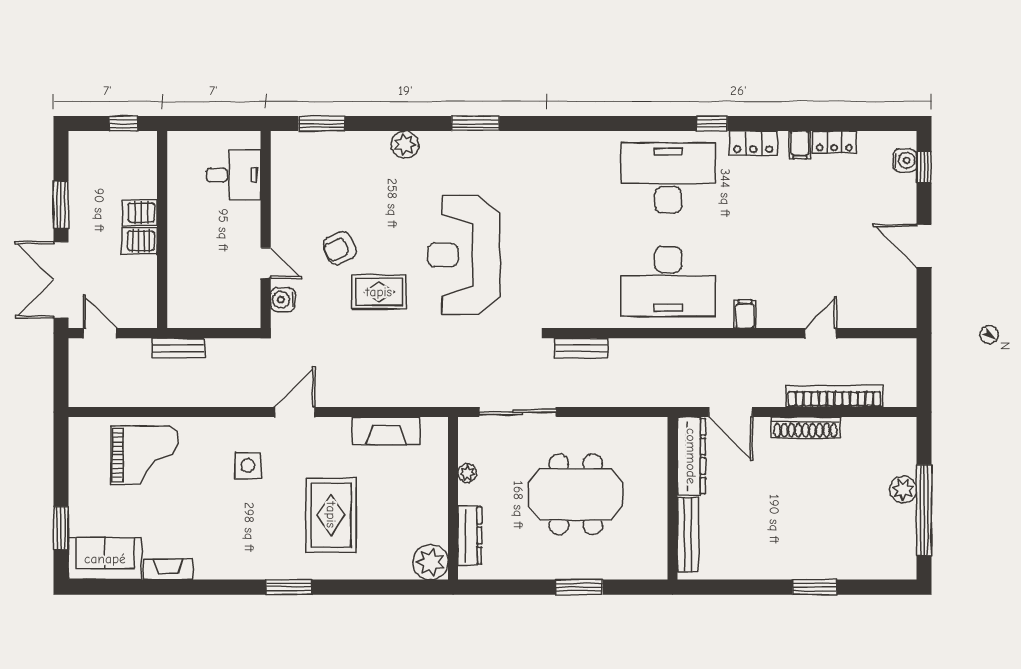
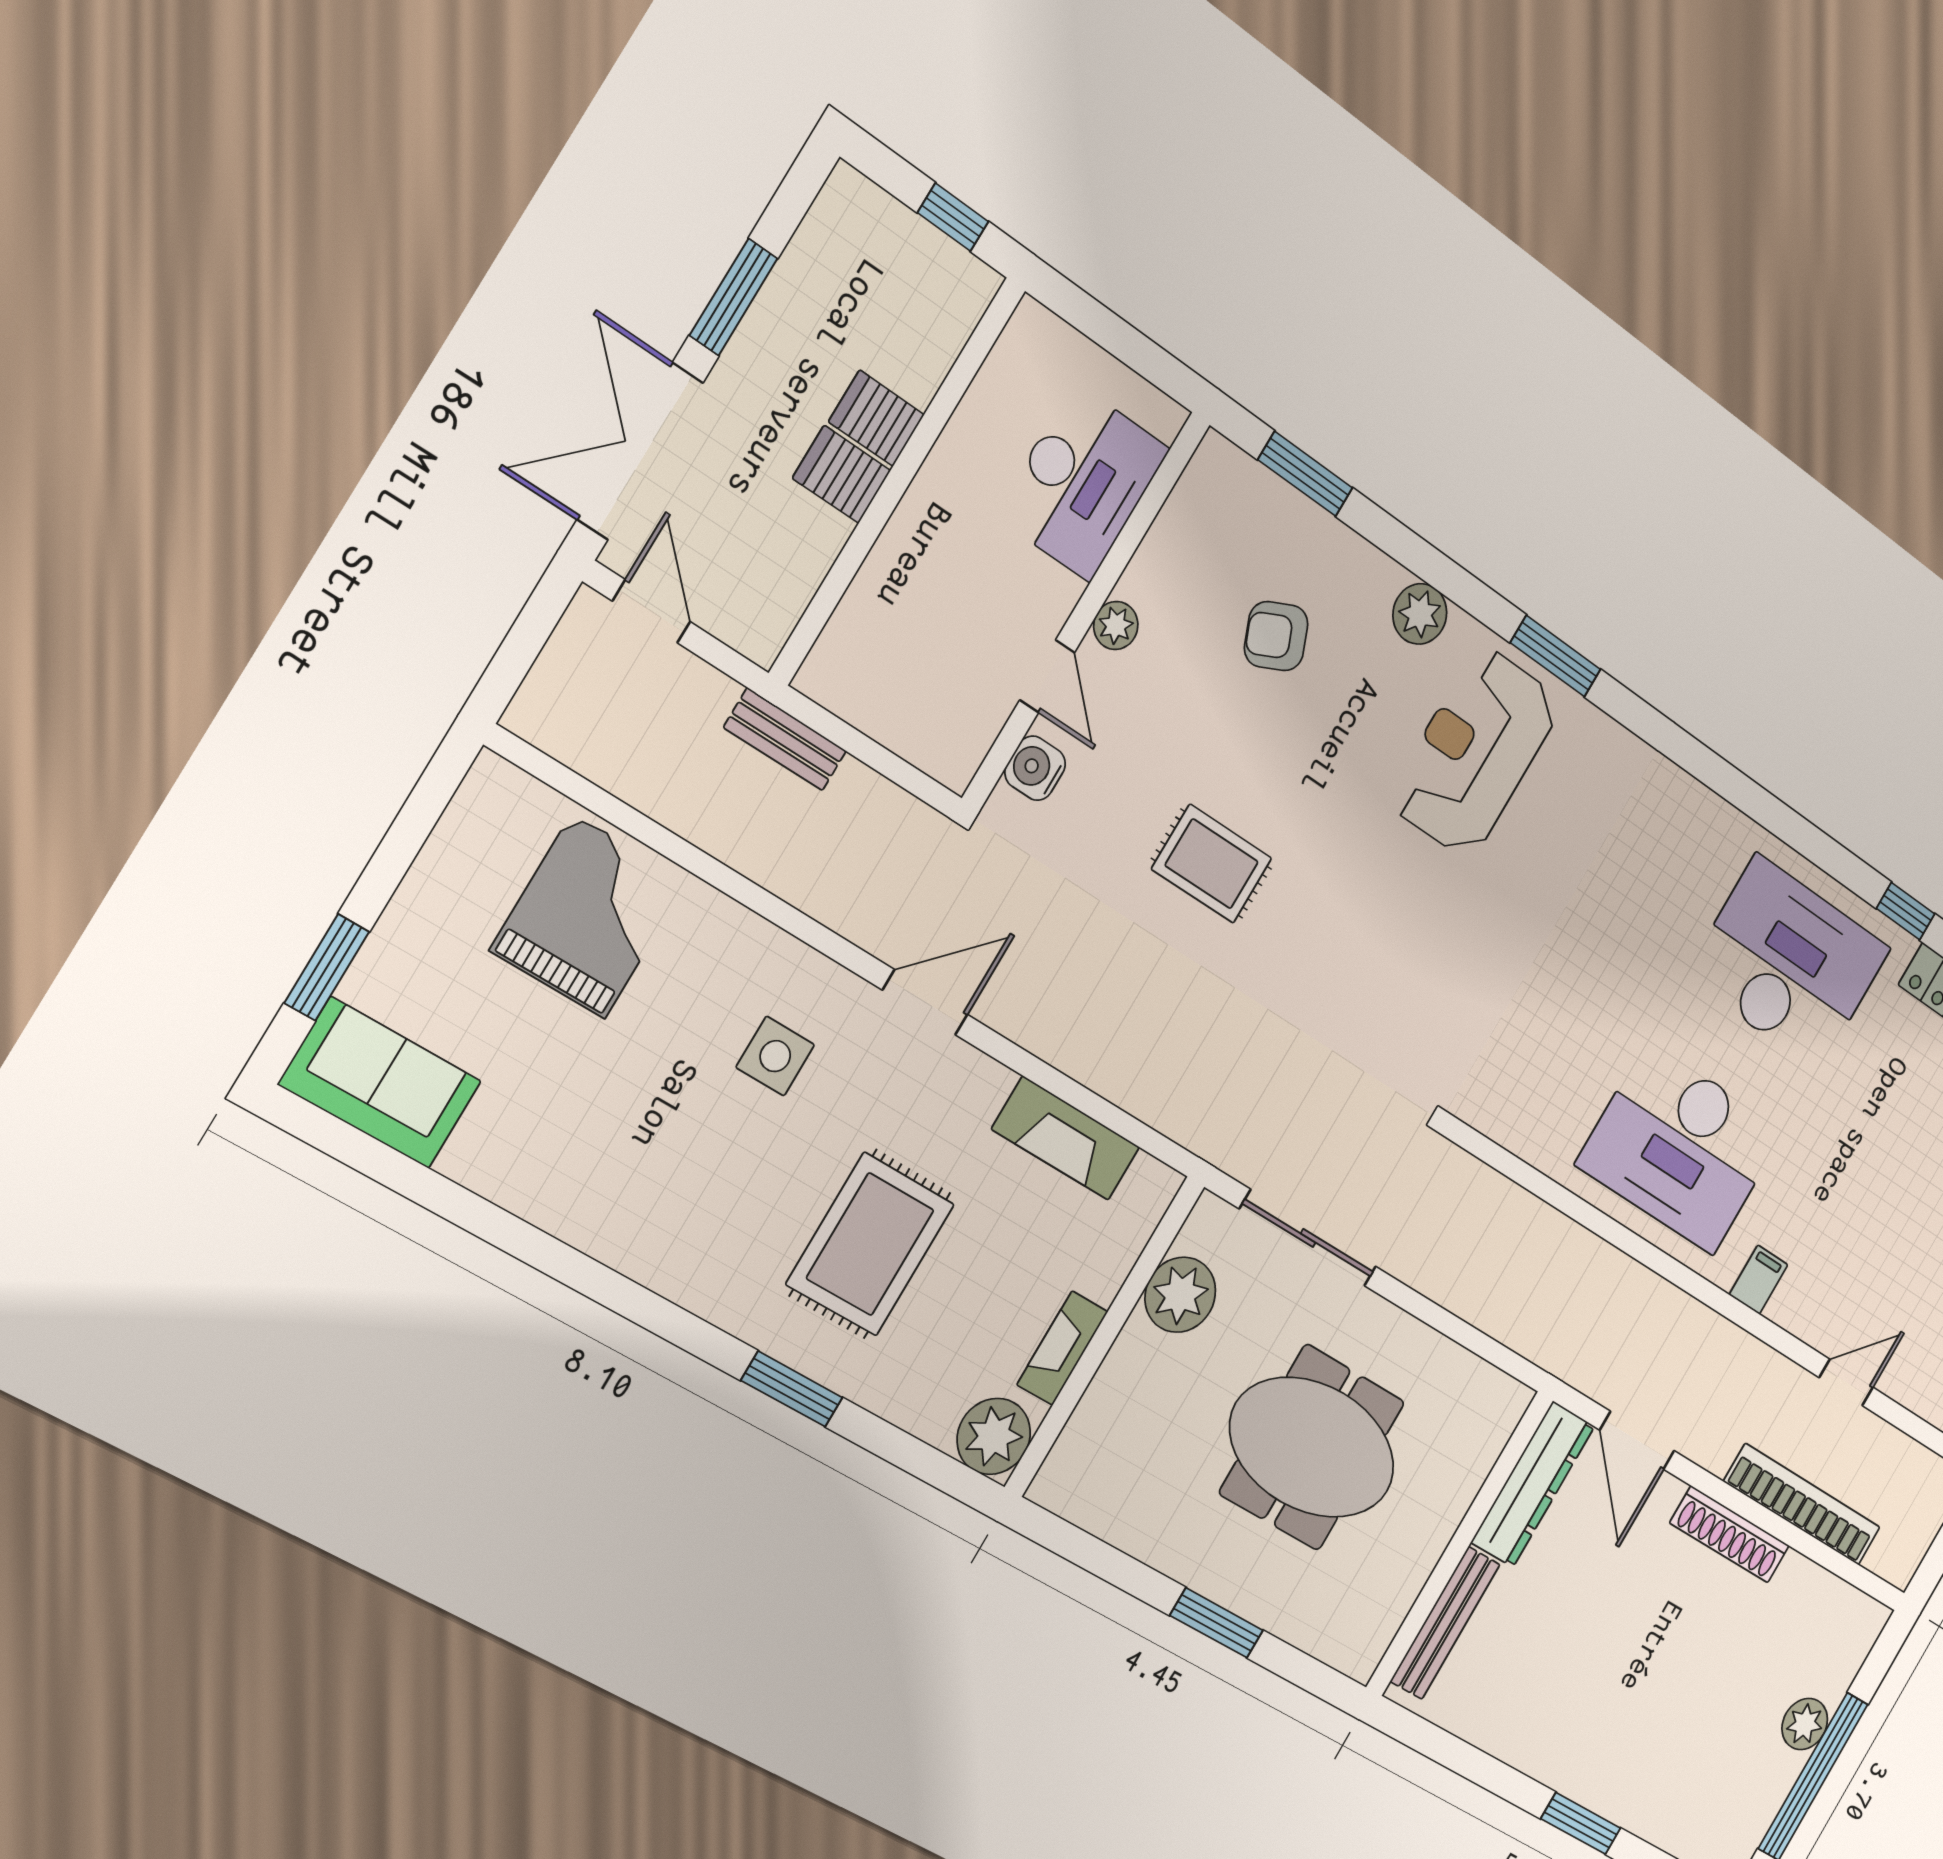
desk: (234, 175) -> (1082, 482), width x1.37
plant: (281, 228) -> (1116, 625), added
armchair: (340, 248) -> (1276, 636), moved
reception desk: (464, 255) -> (1475, 752), moved, width x0.74, depth x0.77
bench: (581, 348) -> (1478, 1183), removed
grand piano: (145, 455) -> (589, 916), turned -90
plant: (467, 473) -> (1180, 1295), width x1.87, depth x1.87
dresser: (470, 535) -> (1091, 1424), removed
fireplace: (168, 569) -> (1062, 1348), moved, turned -90
window: (289, 587) -> (792, 1389), moved

